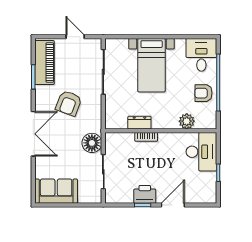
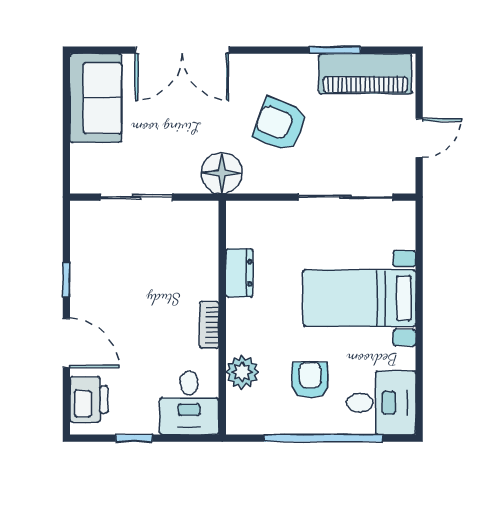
armchair: (203, 93) -> (310, 380), moved
double door: (33, 134) -> (182, 50), moved
bookcase: (146, 137) -> (209, 325), moved
floor lamp: (92, 143) -> (222, 173), moved
desk: (201, 152) -> (189, 403), width x0.73
printer: (145, 194) -> (89, 399), moved

